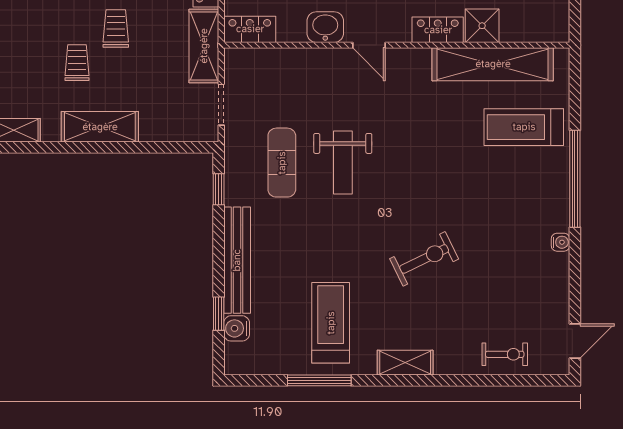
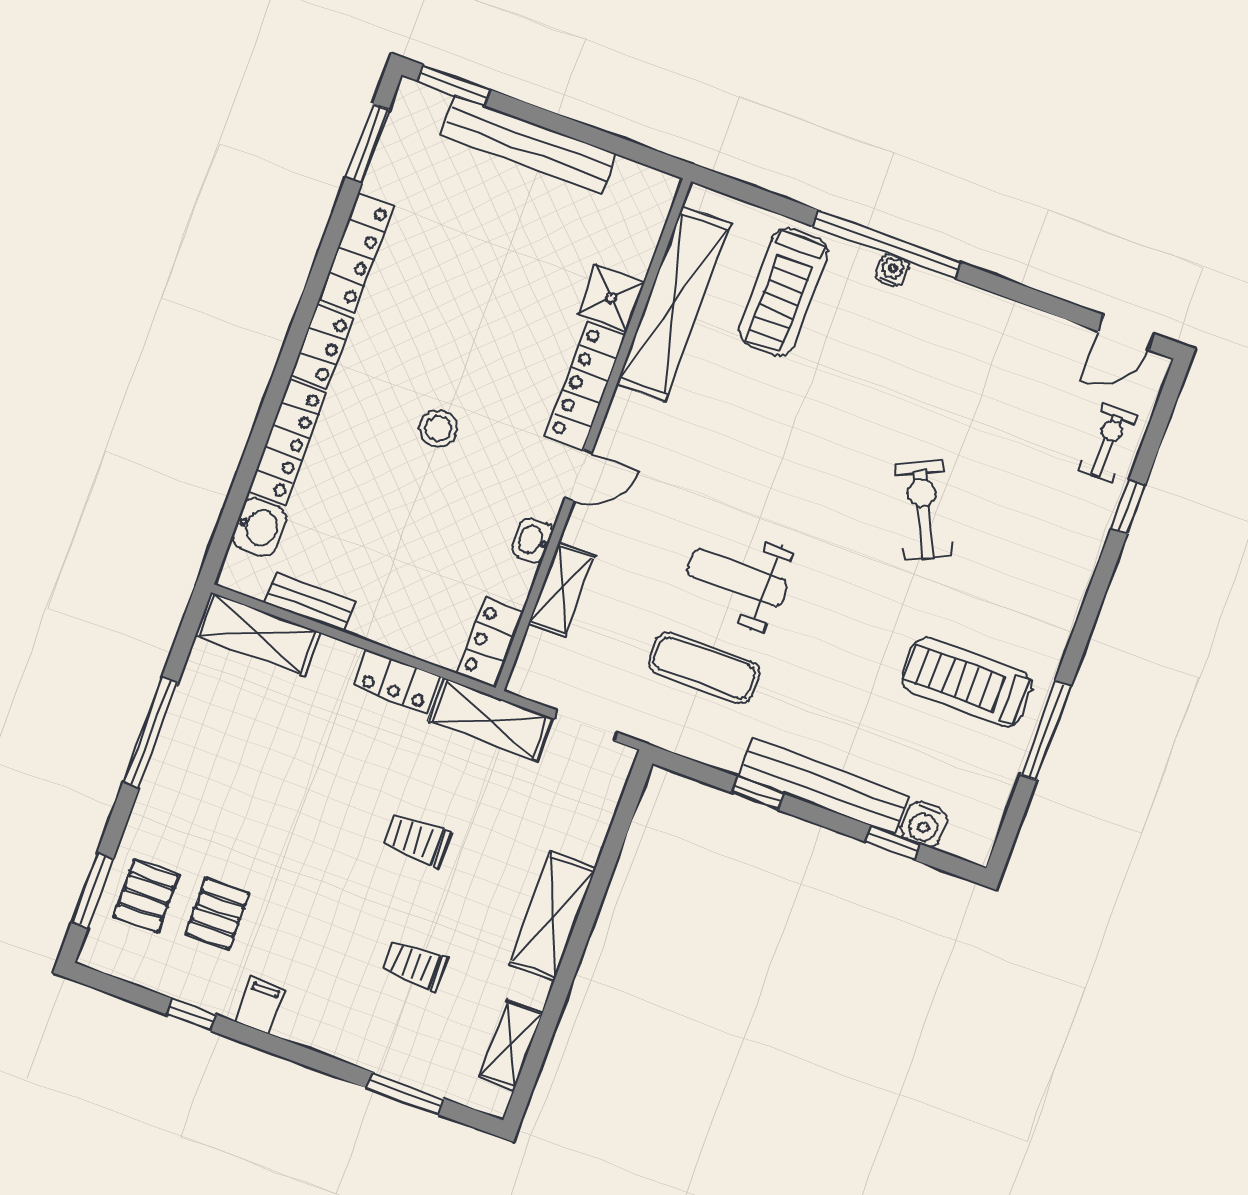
washbasin: (325, 27) -> (532, 540), width x0.72, depth x0.69
locker: (438, 30) -> (586, 385), width x1.53
trolley: (77, 63) -> (415, 965), moved
weight bench: (343, 162) -> (737, 578), turned 180
window: (219, 189) -> (758, 793), moved
water cooler: (560, 242) -> (892, 270), moved
door: (575, 341) -> (1126, 332), swing flipped
shelving: (405, 363) -> (562, 590), moved
window: (471, 380) -> (1128, 507), added

